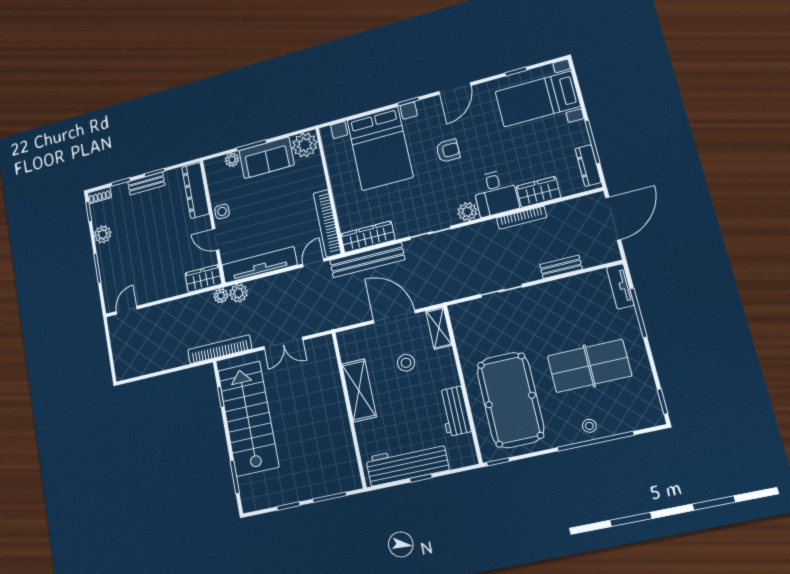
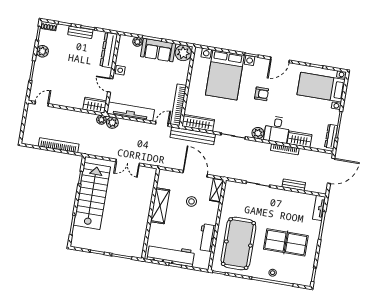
bookcase: (220, 349) -> (59, 145), moved

